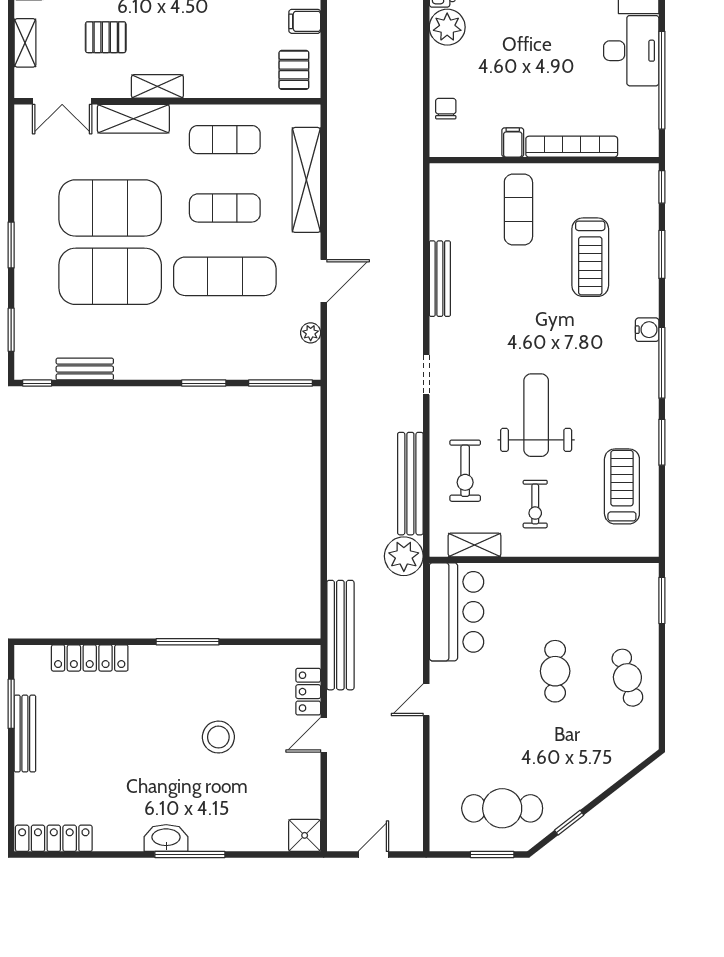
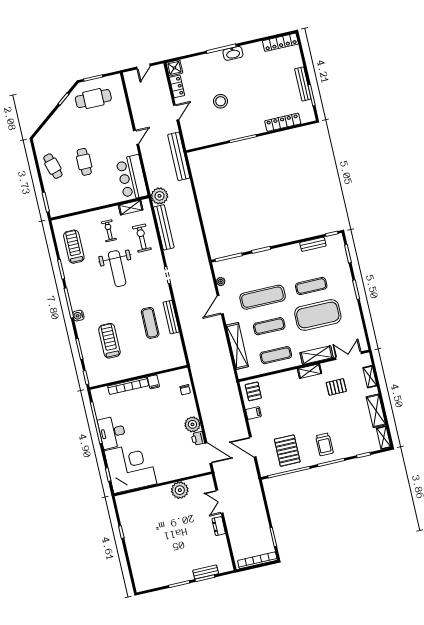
exercise mat: (518, 210) -> (150, 323), moved
exercise mat: (110, 276) -> (311, 286), width x0.50, depth x0.69
treadmill: (622, 486) -> (74, 247), turned 180
locker: (308, 692) -> (177, 86), moved

